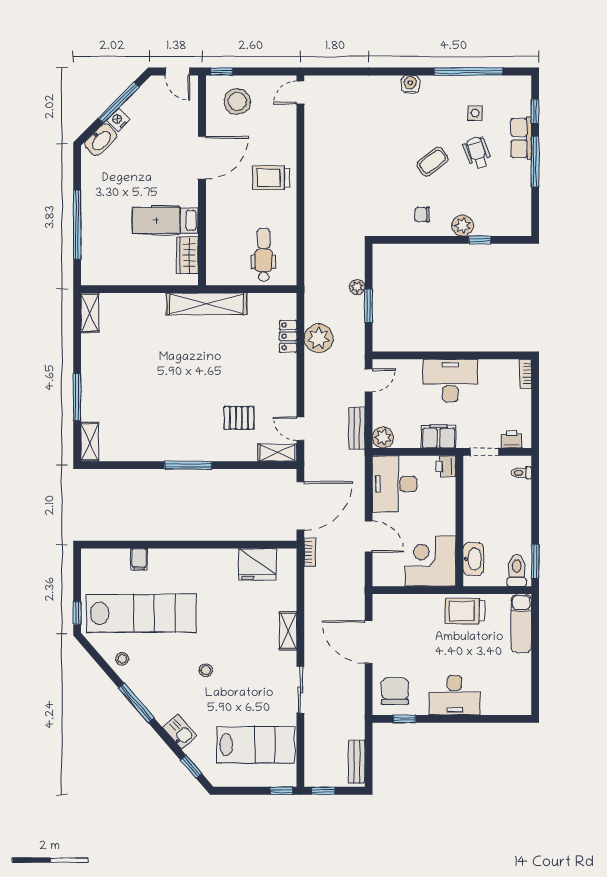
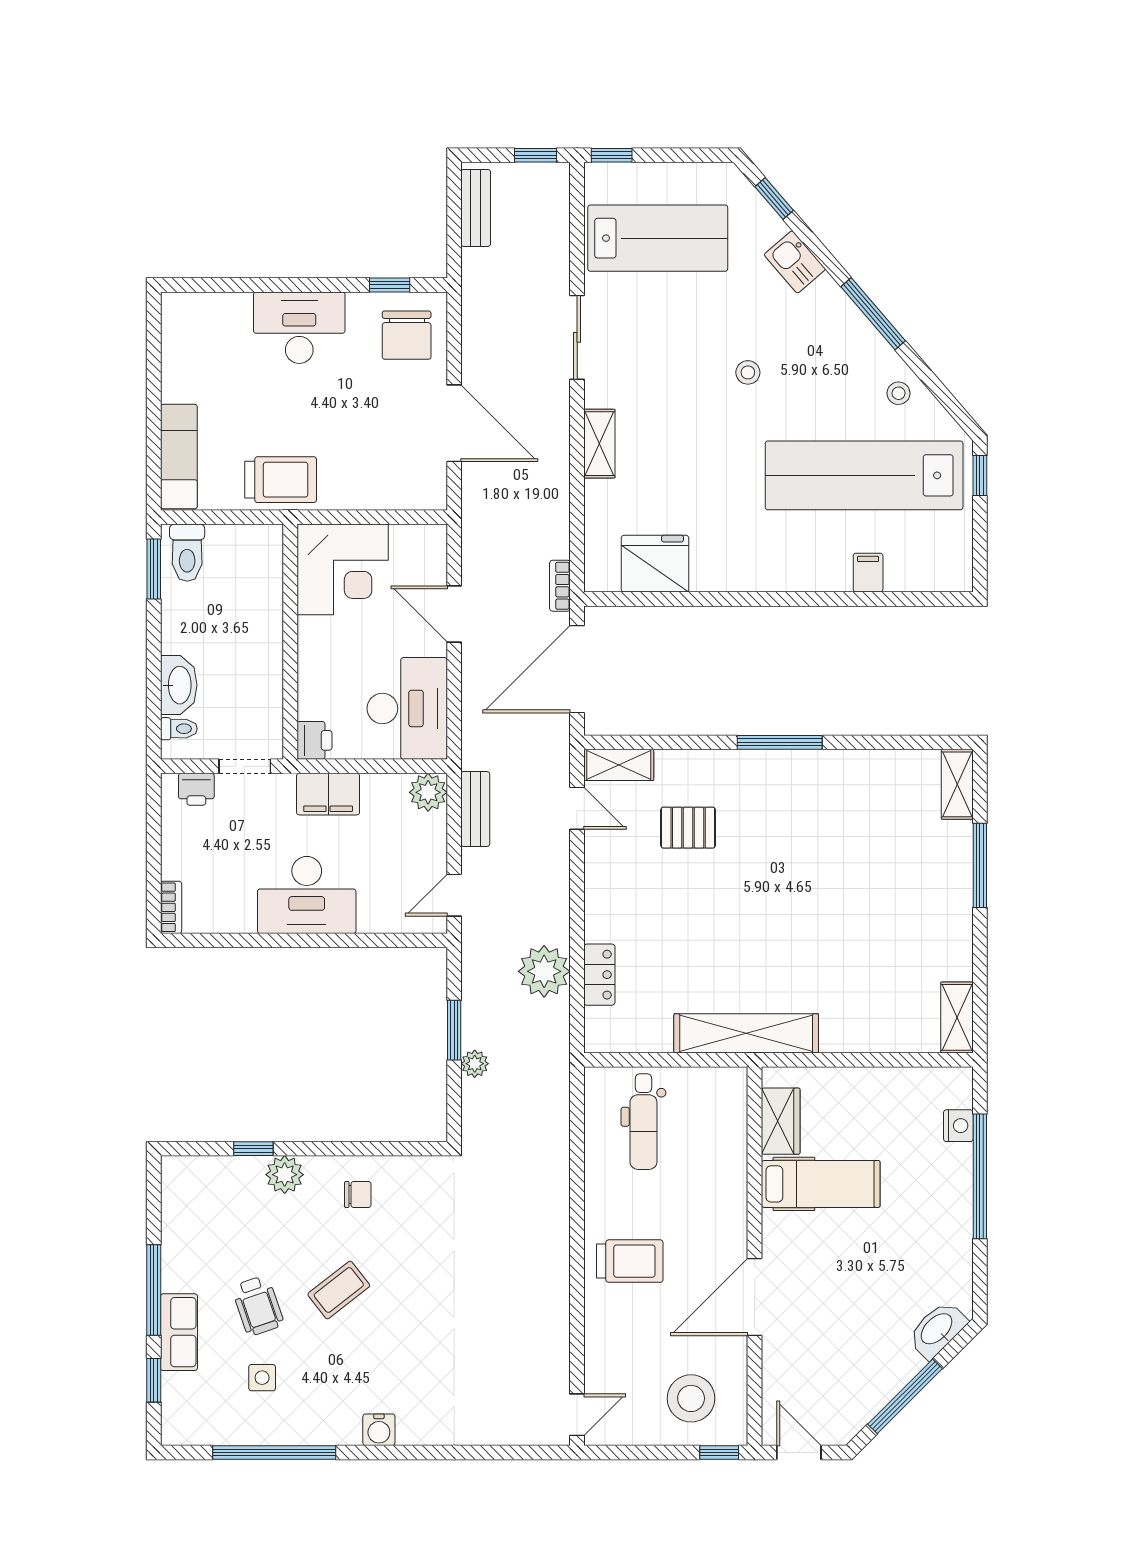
nightstand: (118, 120) -> (958, 1126), moved, turned -45
washbasin: (473, 559) -> (179, 685), moved, turned 180
lab bench: (256, 745) -> (658, 238), turned 180

